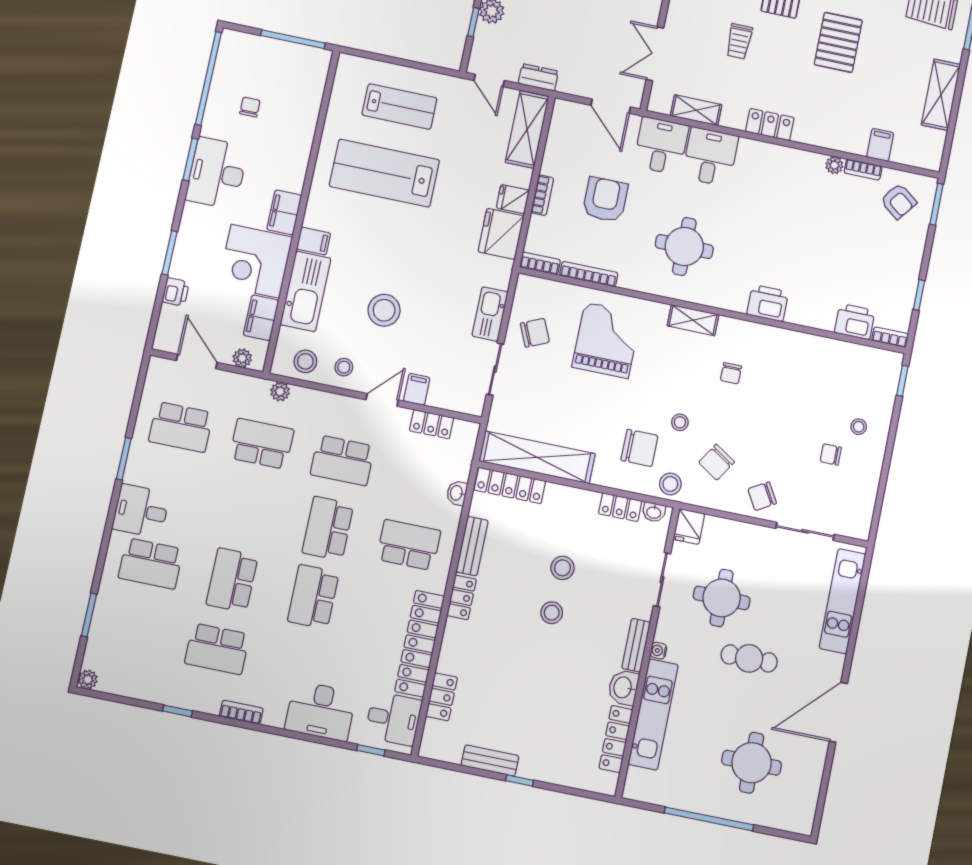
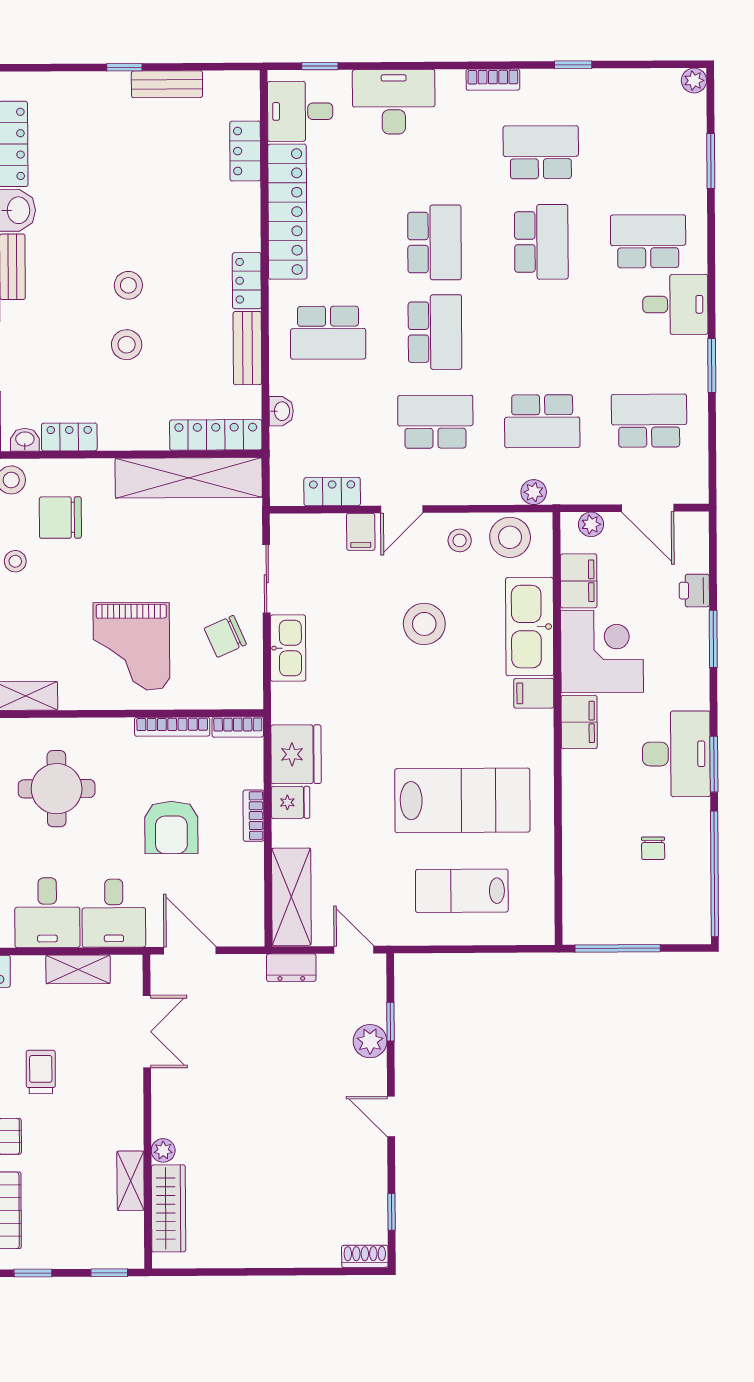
stool: (305, 361) -> (510, 537), width x1.38, depth x1.38

